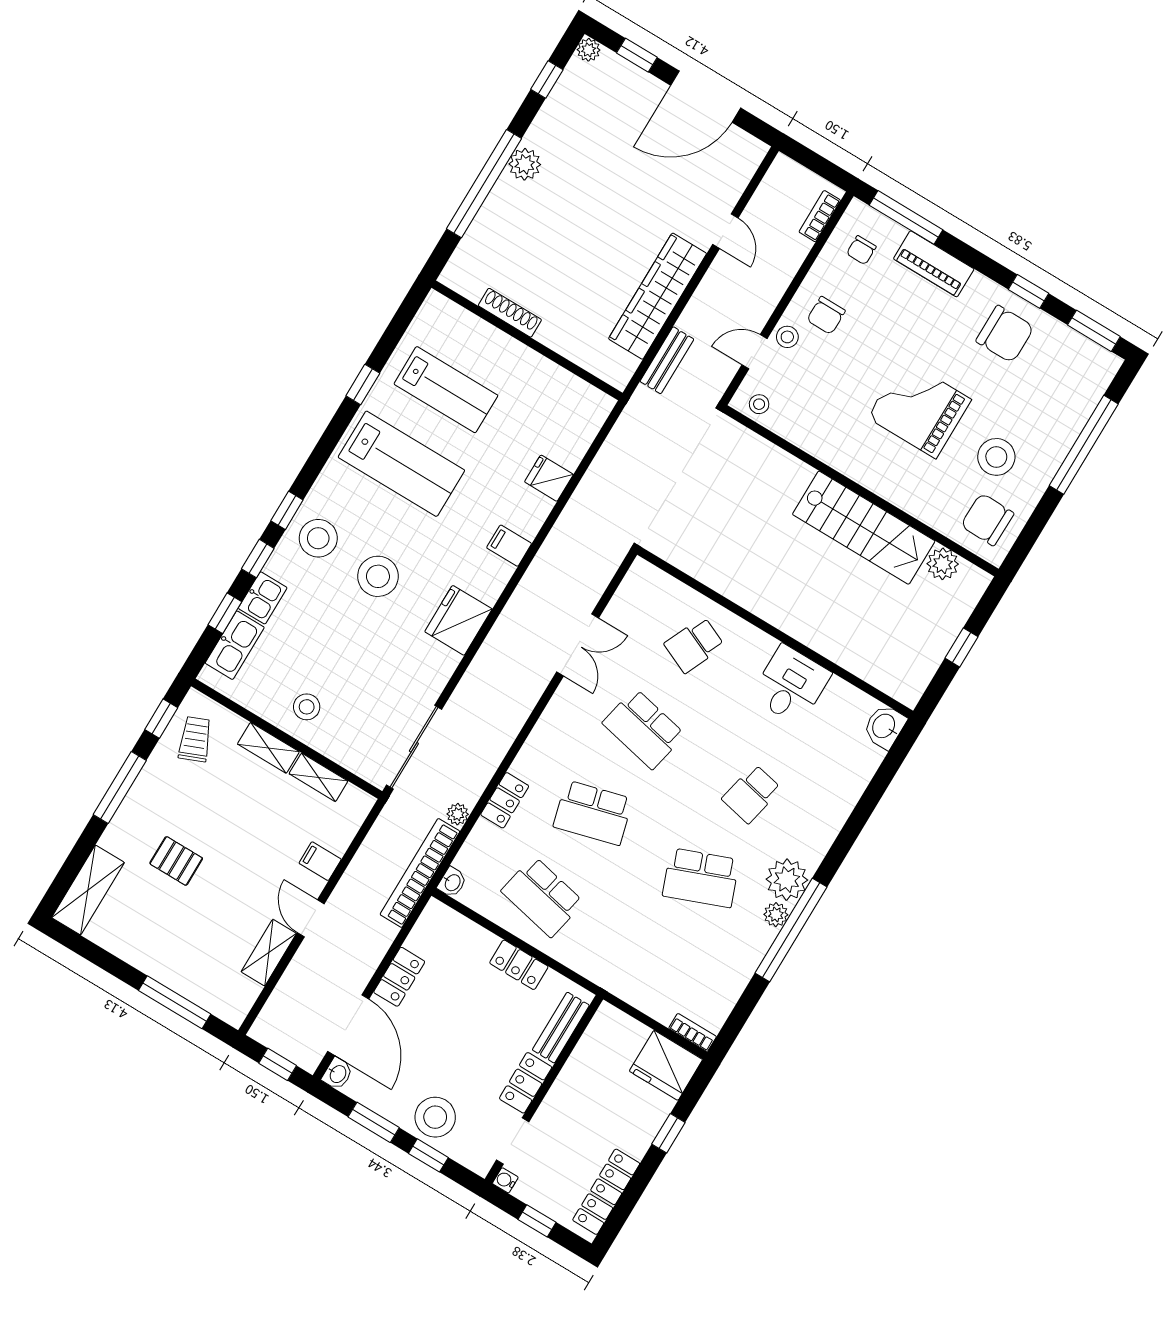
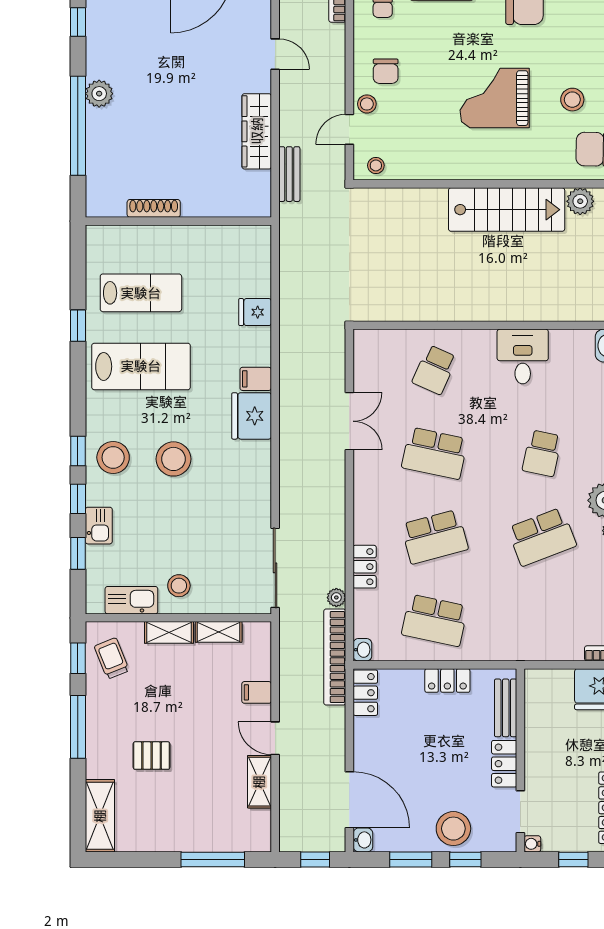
wardrobe: (658, 296) -> (257, 131), width x0.71, depth x0.85
stool: (996, 457) -> (572, 100), width x0.73, depth x0.73
fridge: (458, 620) -> (252, 416), moved
kitchen sink: (235, 645) -> (131, 600), moved, turned -90
locker: (399, 977) -> (365, 693), moved

